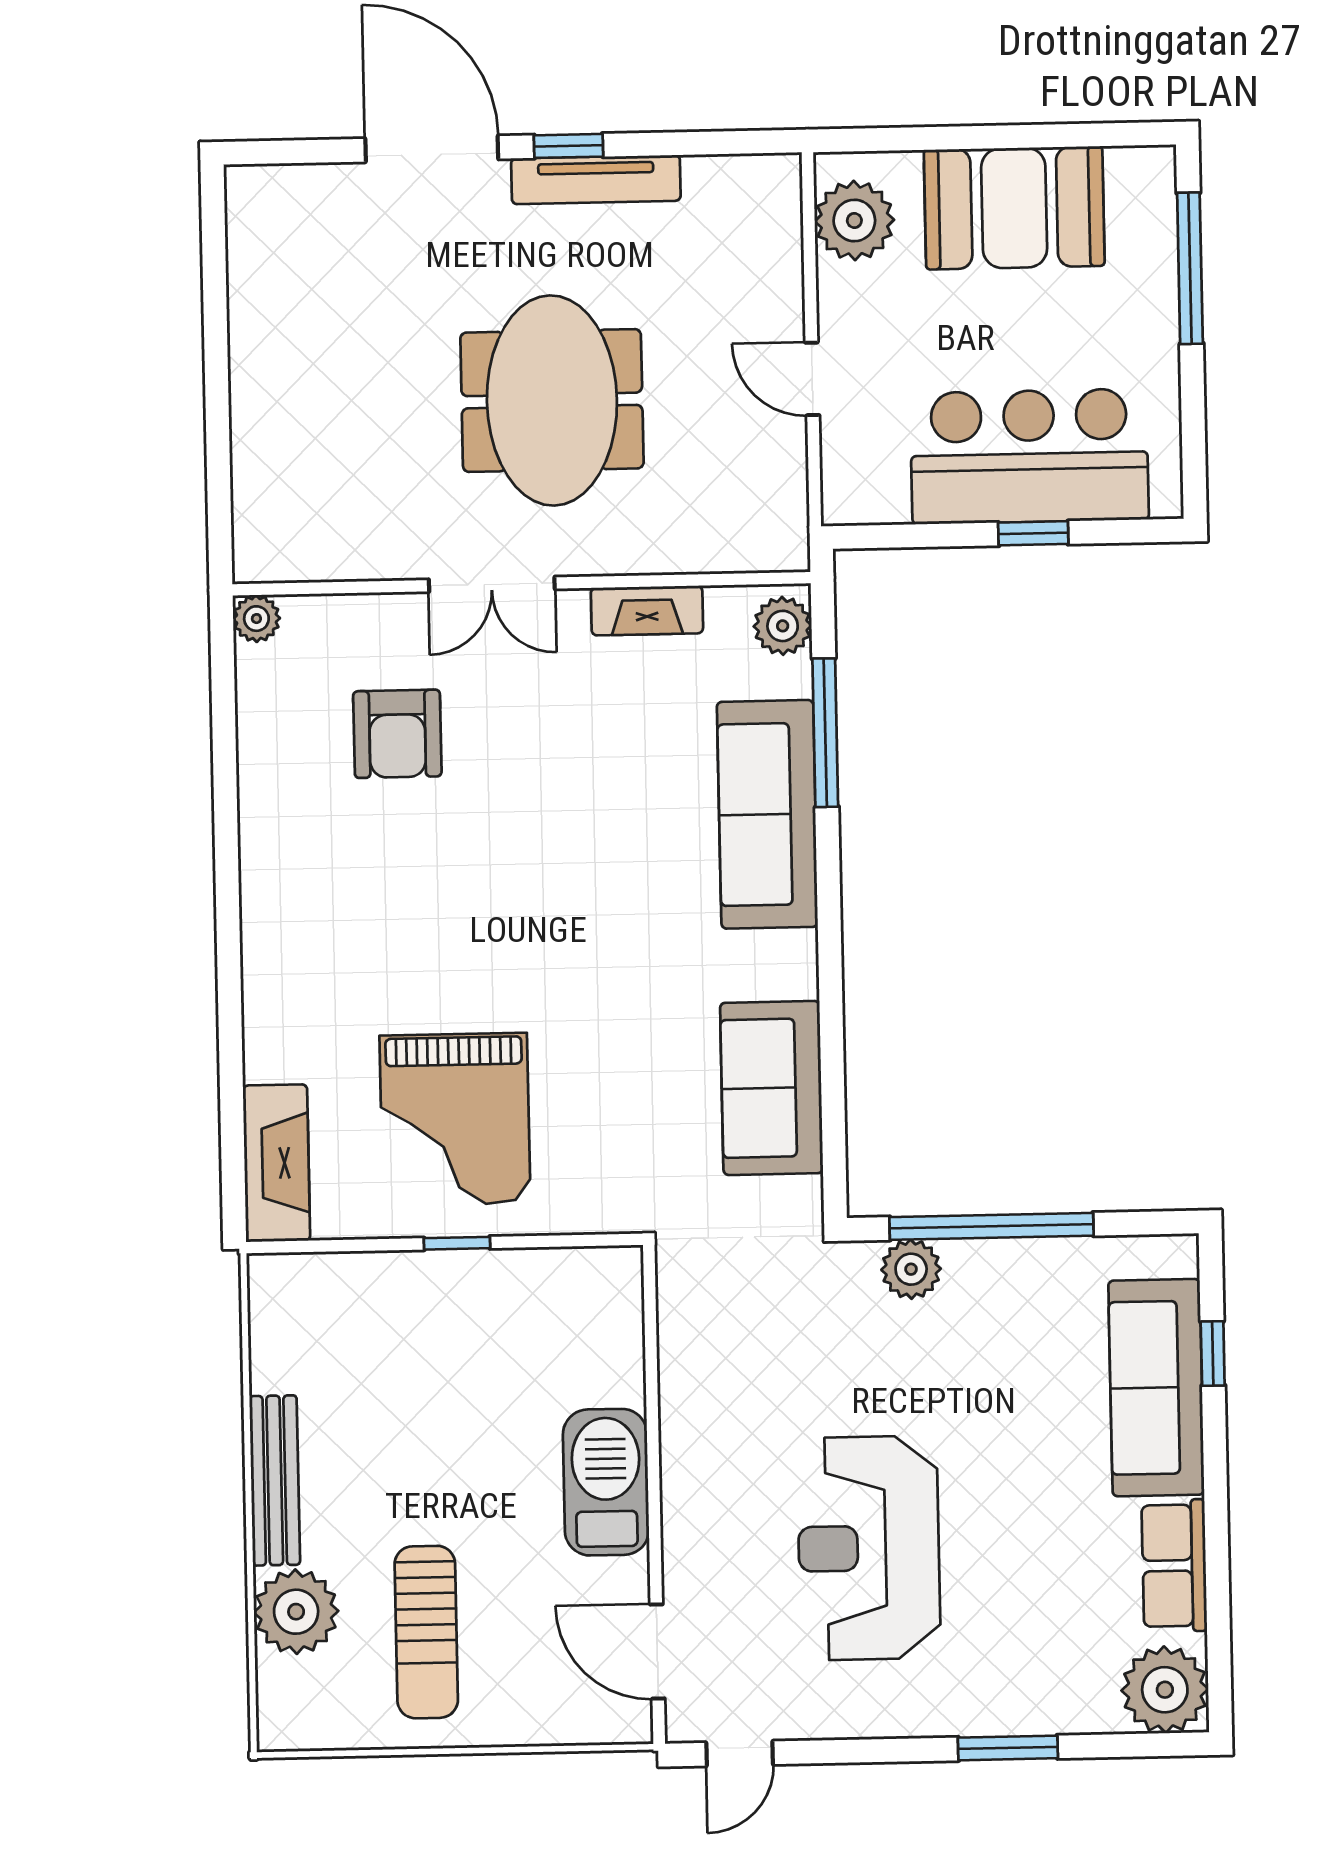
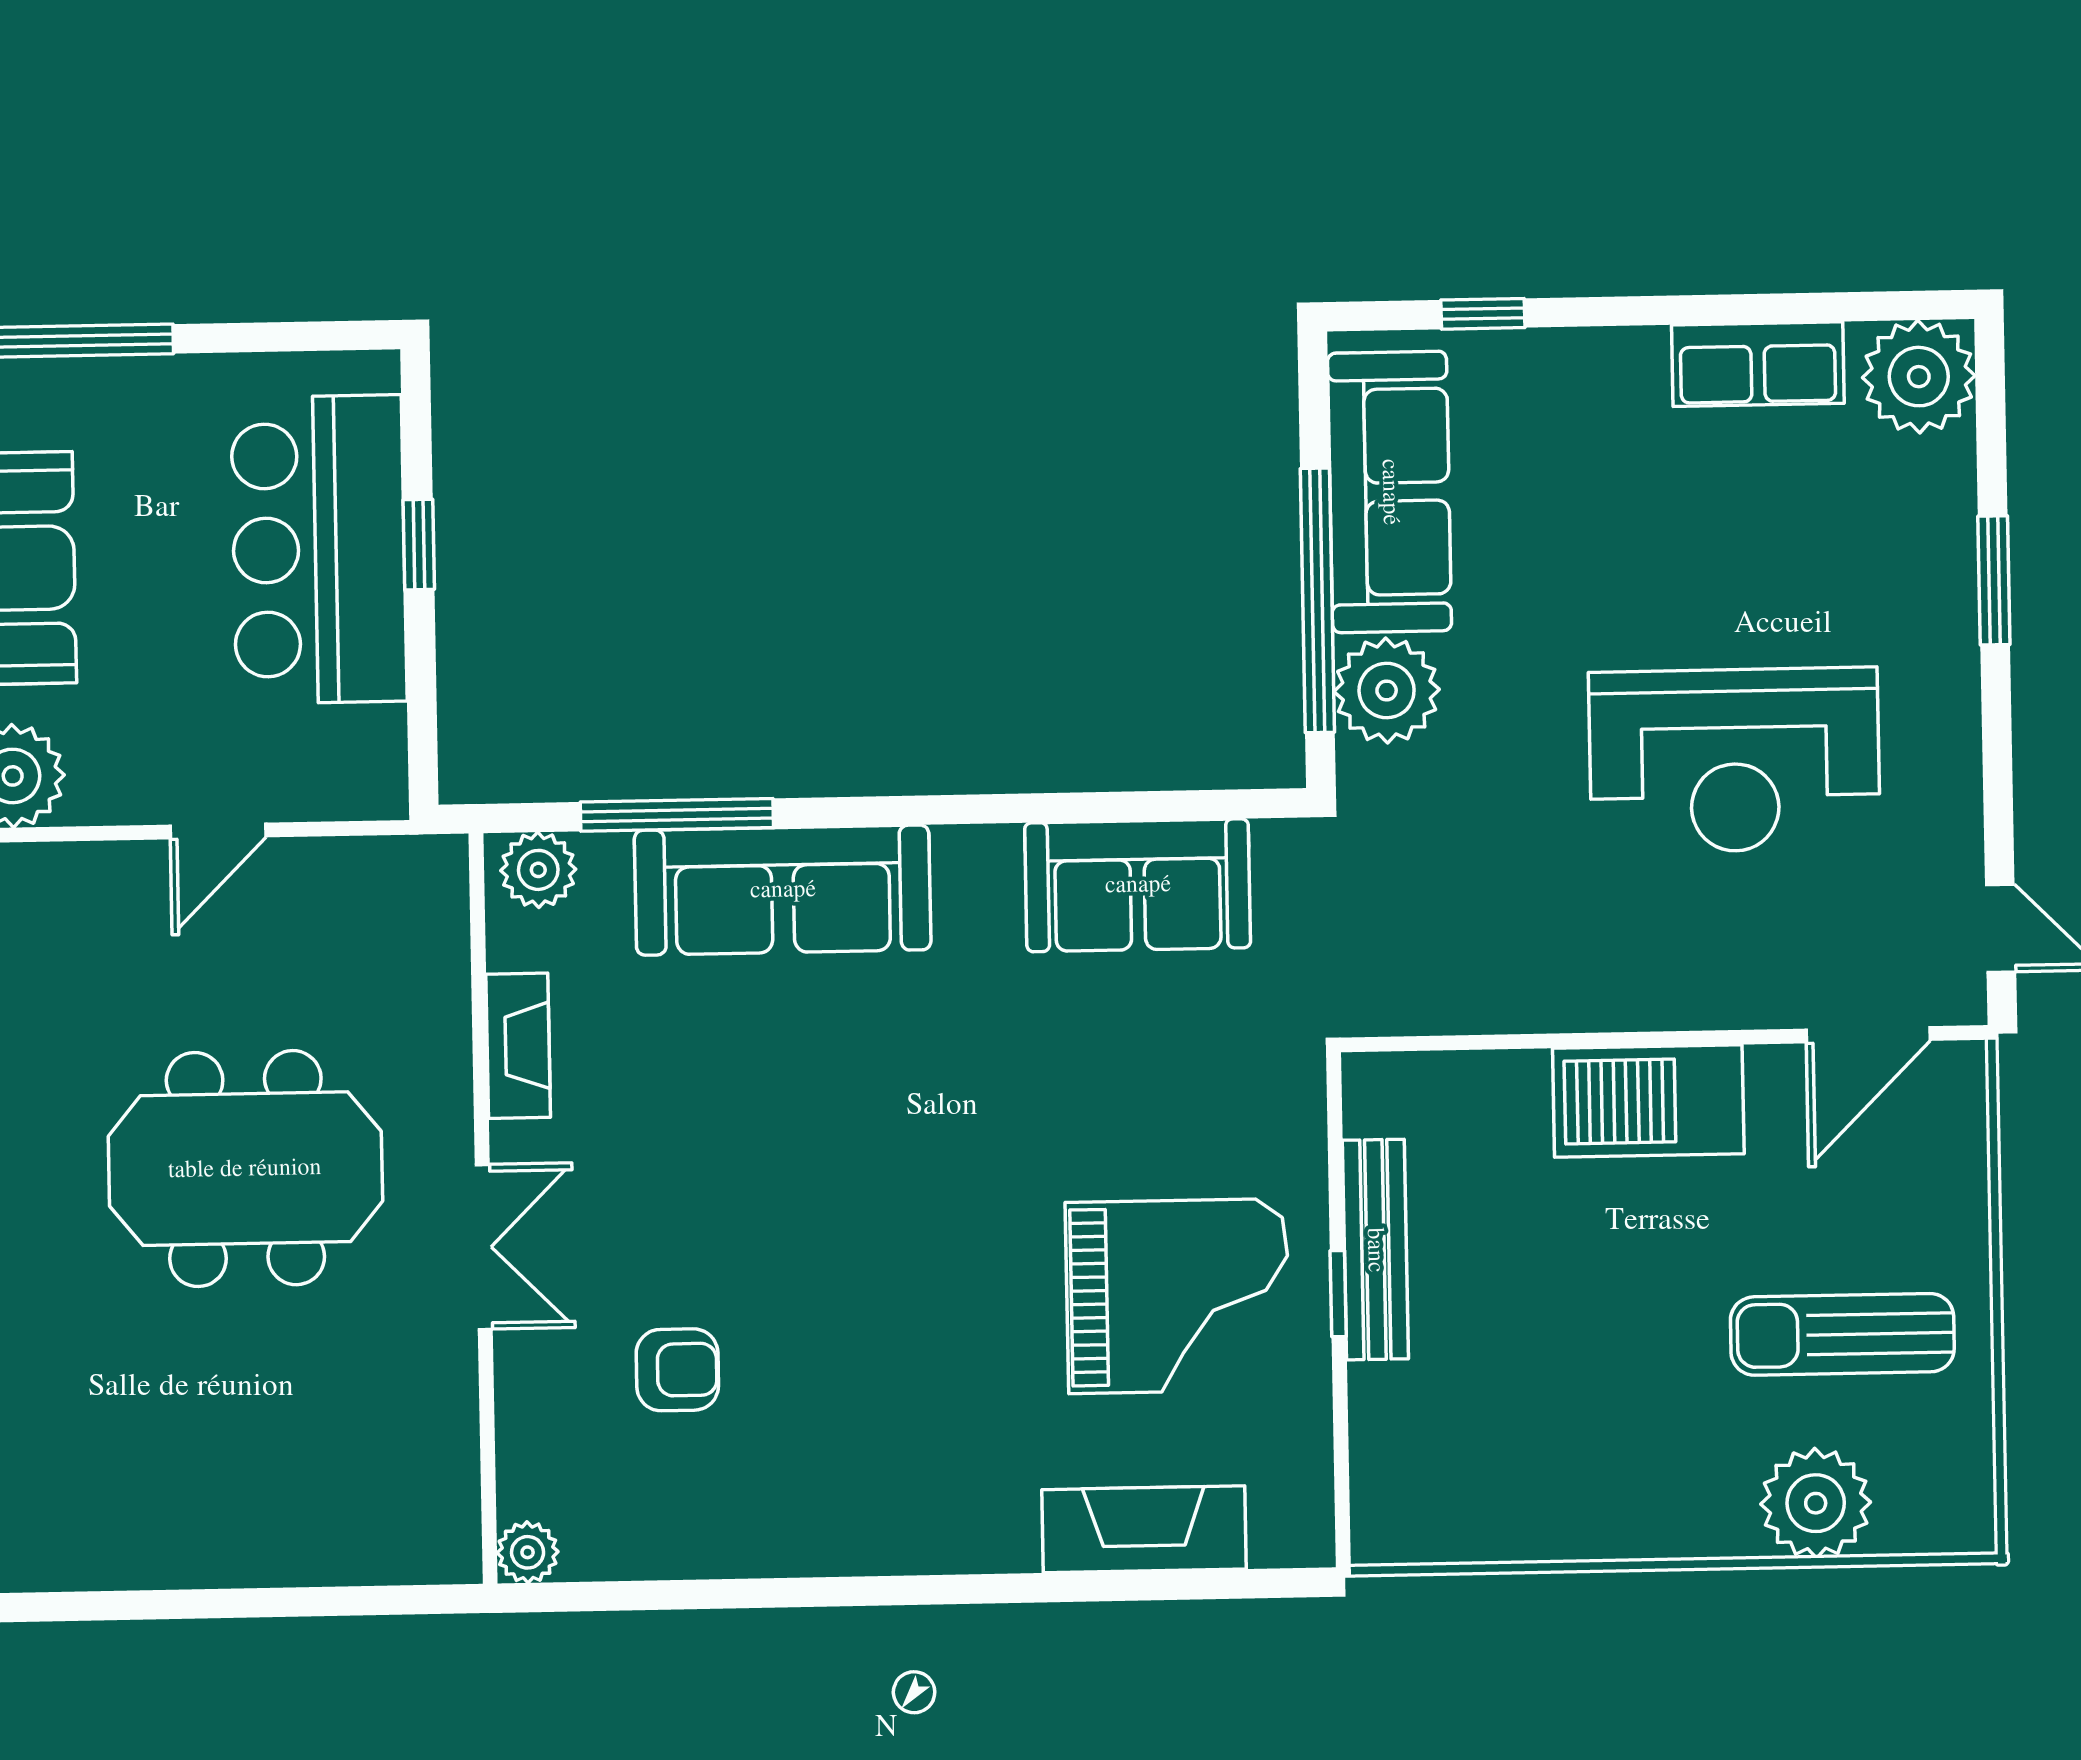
armchair: (397, 734) -> (677, 1370), width x0.72, depth x0.72
fireplace: (276, 1163) -> (1144, 1529), moved
plant: (911, 1269) -> (1387, 691), width x1.36, depth x1.36
sofa: (1156, 1388) -> (1390, 492), moved, turned -90
bench: (275, 1480) -> (1375, 1250), moved, turned 90
sun lounger: (426, 1632) -> (1842, 1334), turned 180

